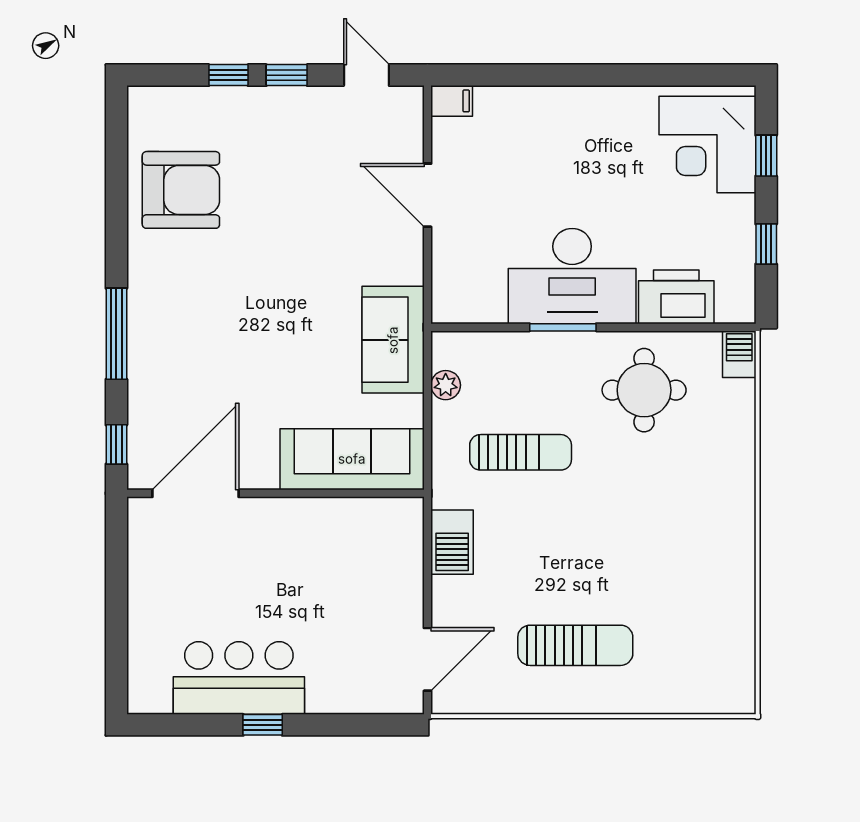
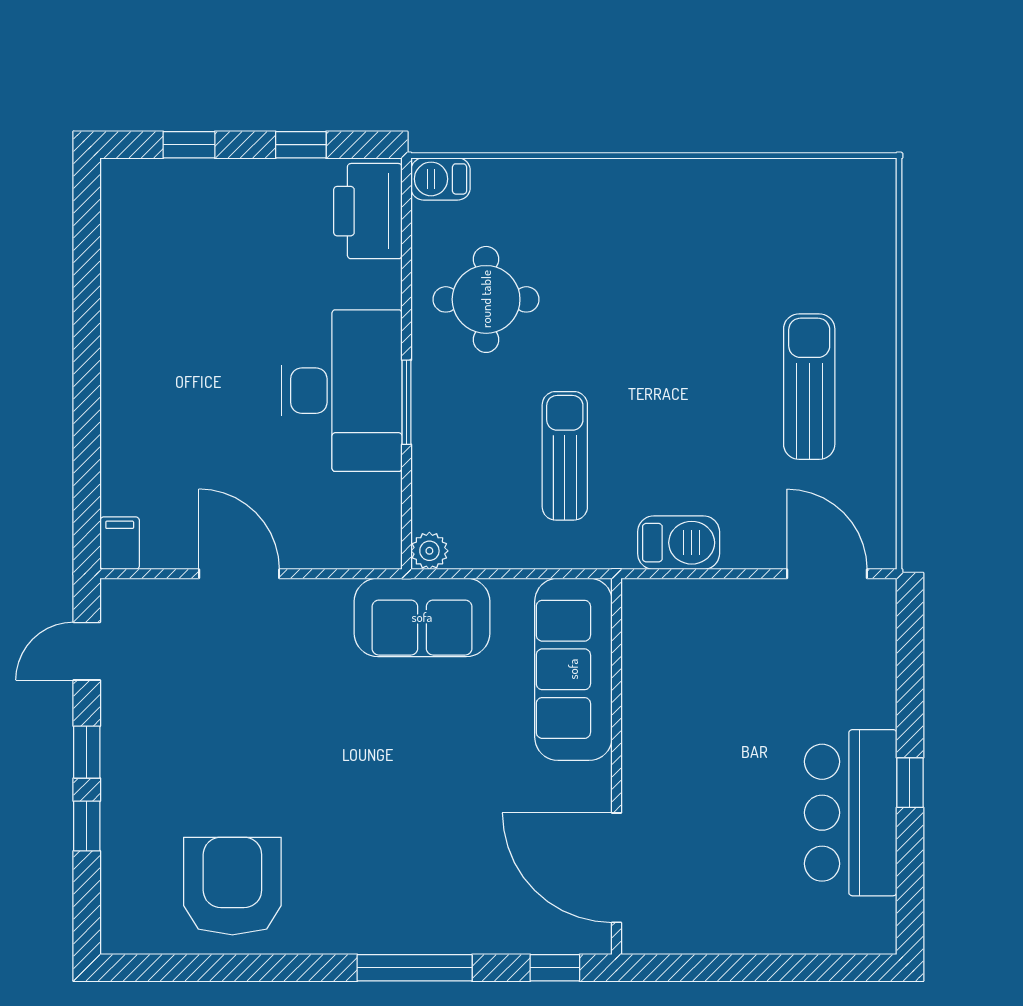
corner desk: (707, 145) -> (175, 219), removed
door: (427, 195) -> (239, 574), swing flipped
printer: (676, 297) -> (368, 211), moved
plant: (446, 385) -> (429, 551), moved

